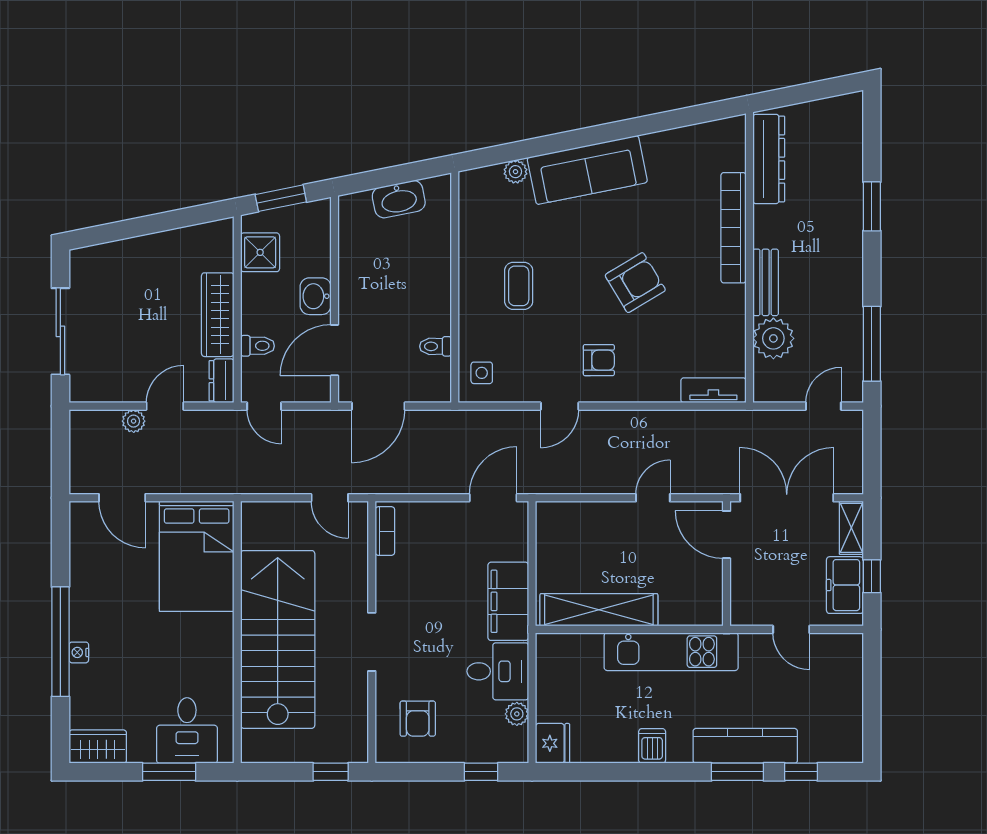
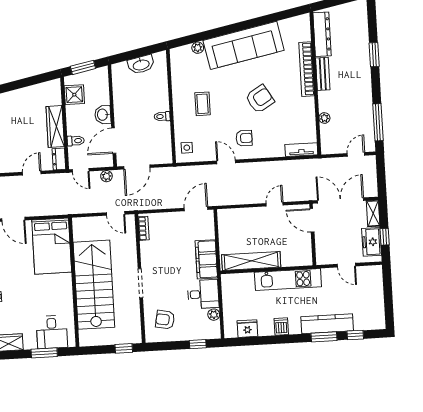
sofa: (587, 170) -> (244, 45), width x1.36, depth x1.27
bench: (766, 282) -> (323, 74), moved
plant: (773, 338) -> (324, 118), width x0.53, depth x0.53
toilet: (435, 346) -> (162, 116), moved
door: (560, 406) -> (226, 162), swing flipped
plant: (134, 421) -> (106, 176), moved
armchair: (418, 719) -> (165, 320), turned 101
fridge: (553, 743) -> (247, 329), moved, turned -90

